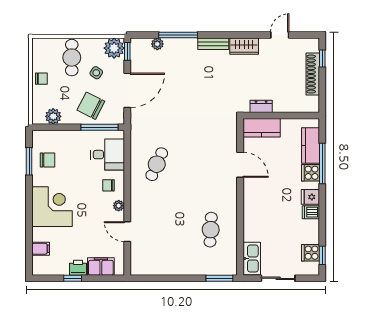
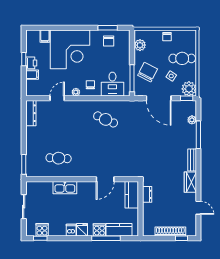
corner desk: (52, 207) -> (70, 49), width x1.36, depth x1.36
kitchen sink: (252, 258) -> (65, 188), moved
filing cabinet: (101, 267) -> (32, 75), width x0.50
dresser: (148, 268) -> (31, 113), added

